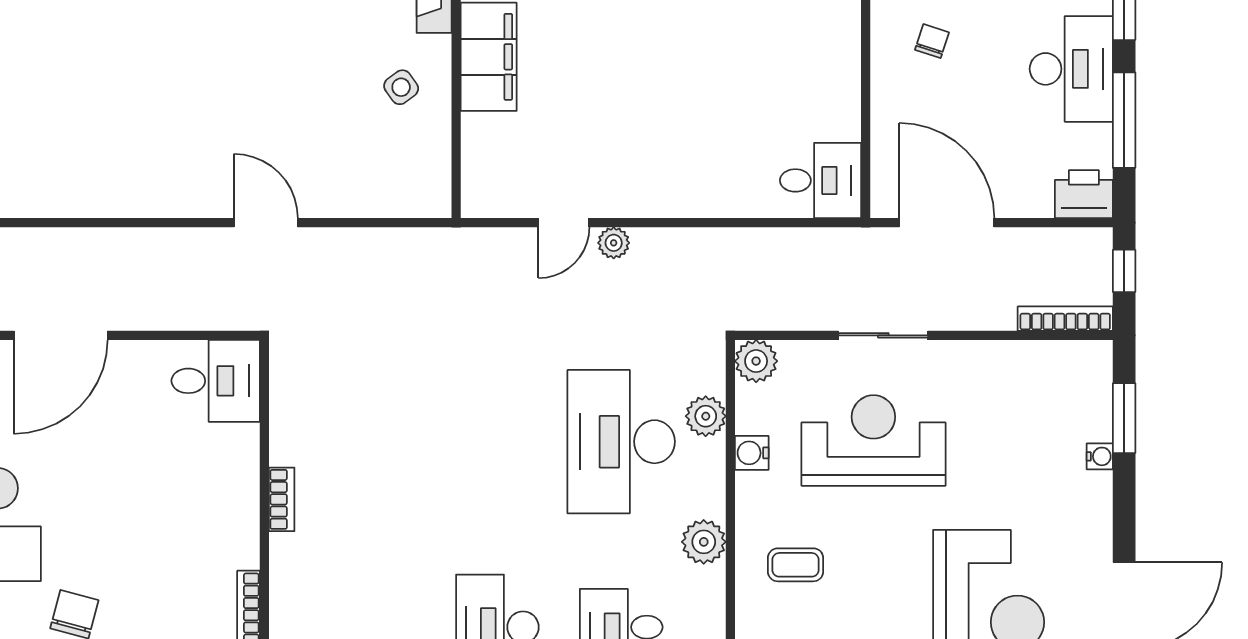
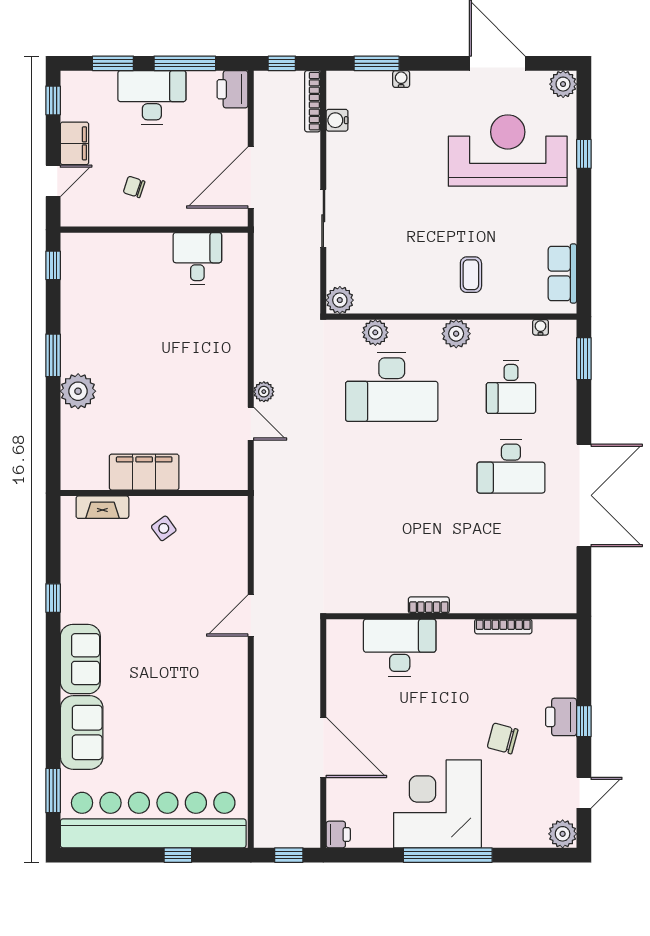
desk: (821, 180) -> (197, 259), moved
desk: (216, 381) -> (400, 648), moved, width x1.37
reception desk: (873, 441) -> (391, 225), removed
water cooler: (752, 453) -> (337, 120), moved, turned 90

